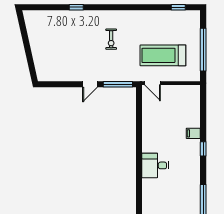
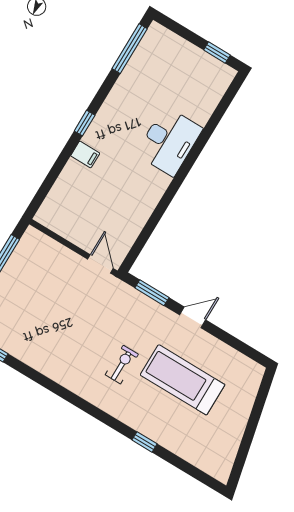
treadmill: (163, 55) -> (183, 380), moved, turned 180
window: (118, 84) -> (152, 293), width x0.69
desk: (155, 165) -> (169, 141), width x1.37

